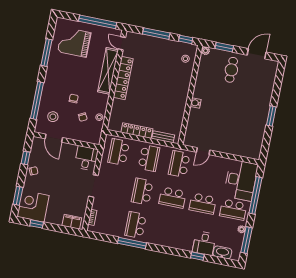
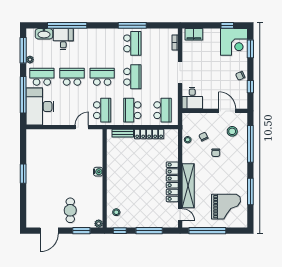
window: (197, 256) -> (67, 25), width x3.17

